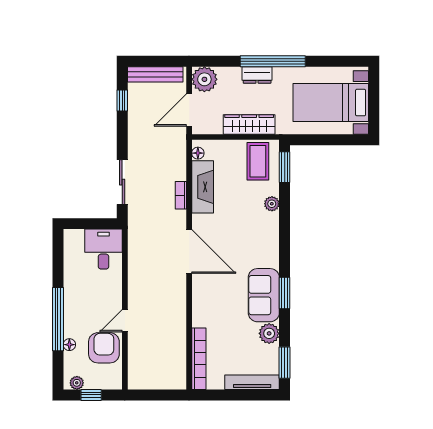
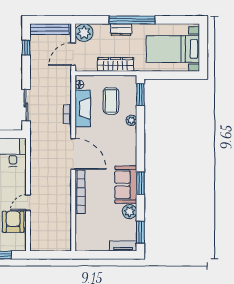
coffee table: (258, 161) -> (111, 101), moved
bookcase: (199, 359) -> (80, 192), moved
tv unit: (252, 382) -> (123, 246), width x0.71

